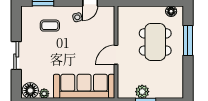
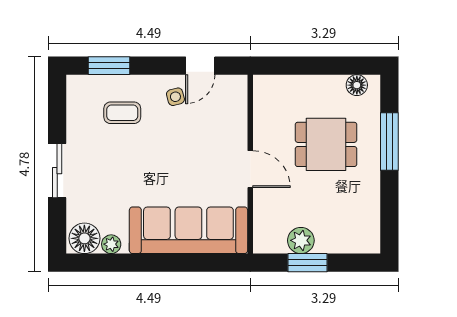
dining table: (155, 42) -> (326, 144), width x0.73
door: (116, 55) -> (250, 169), swing flipped

